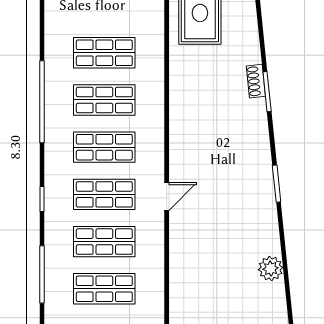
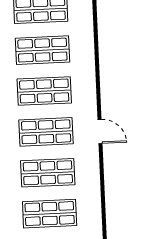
door: (167, 197) -> (100, 131), hinge flipped

